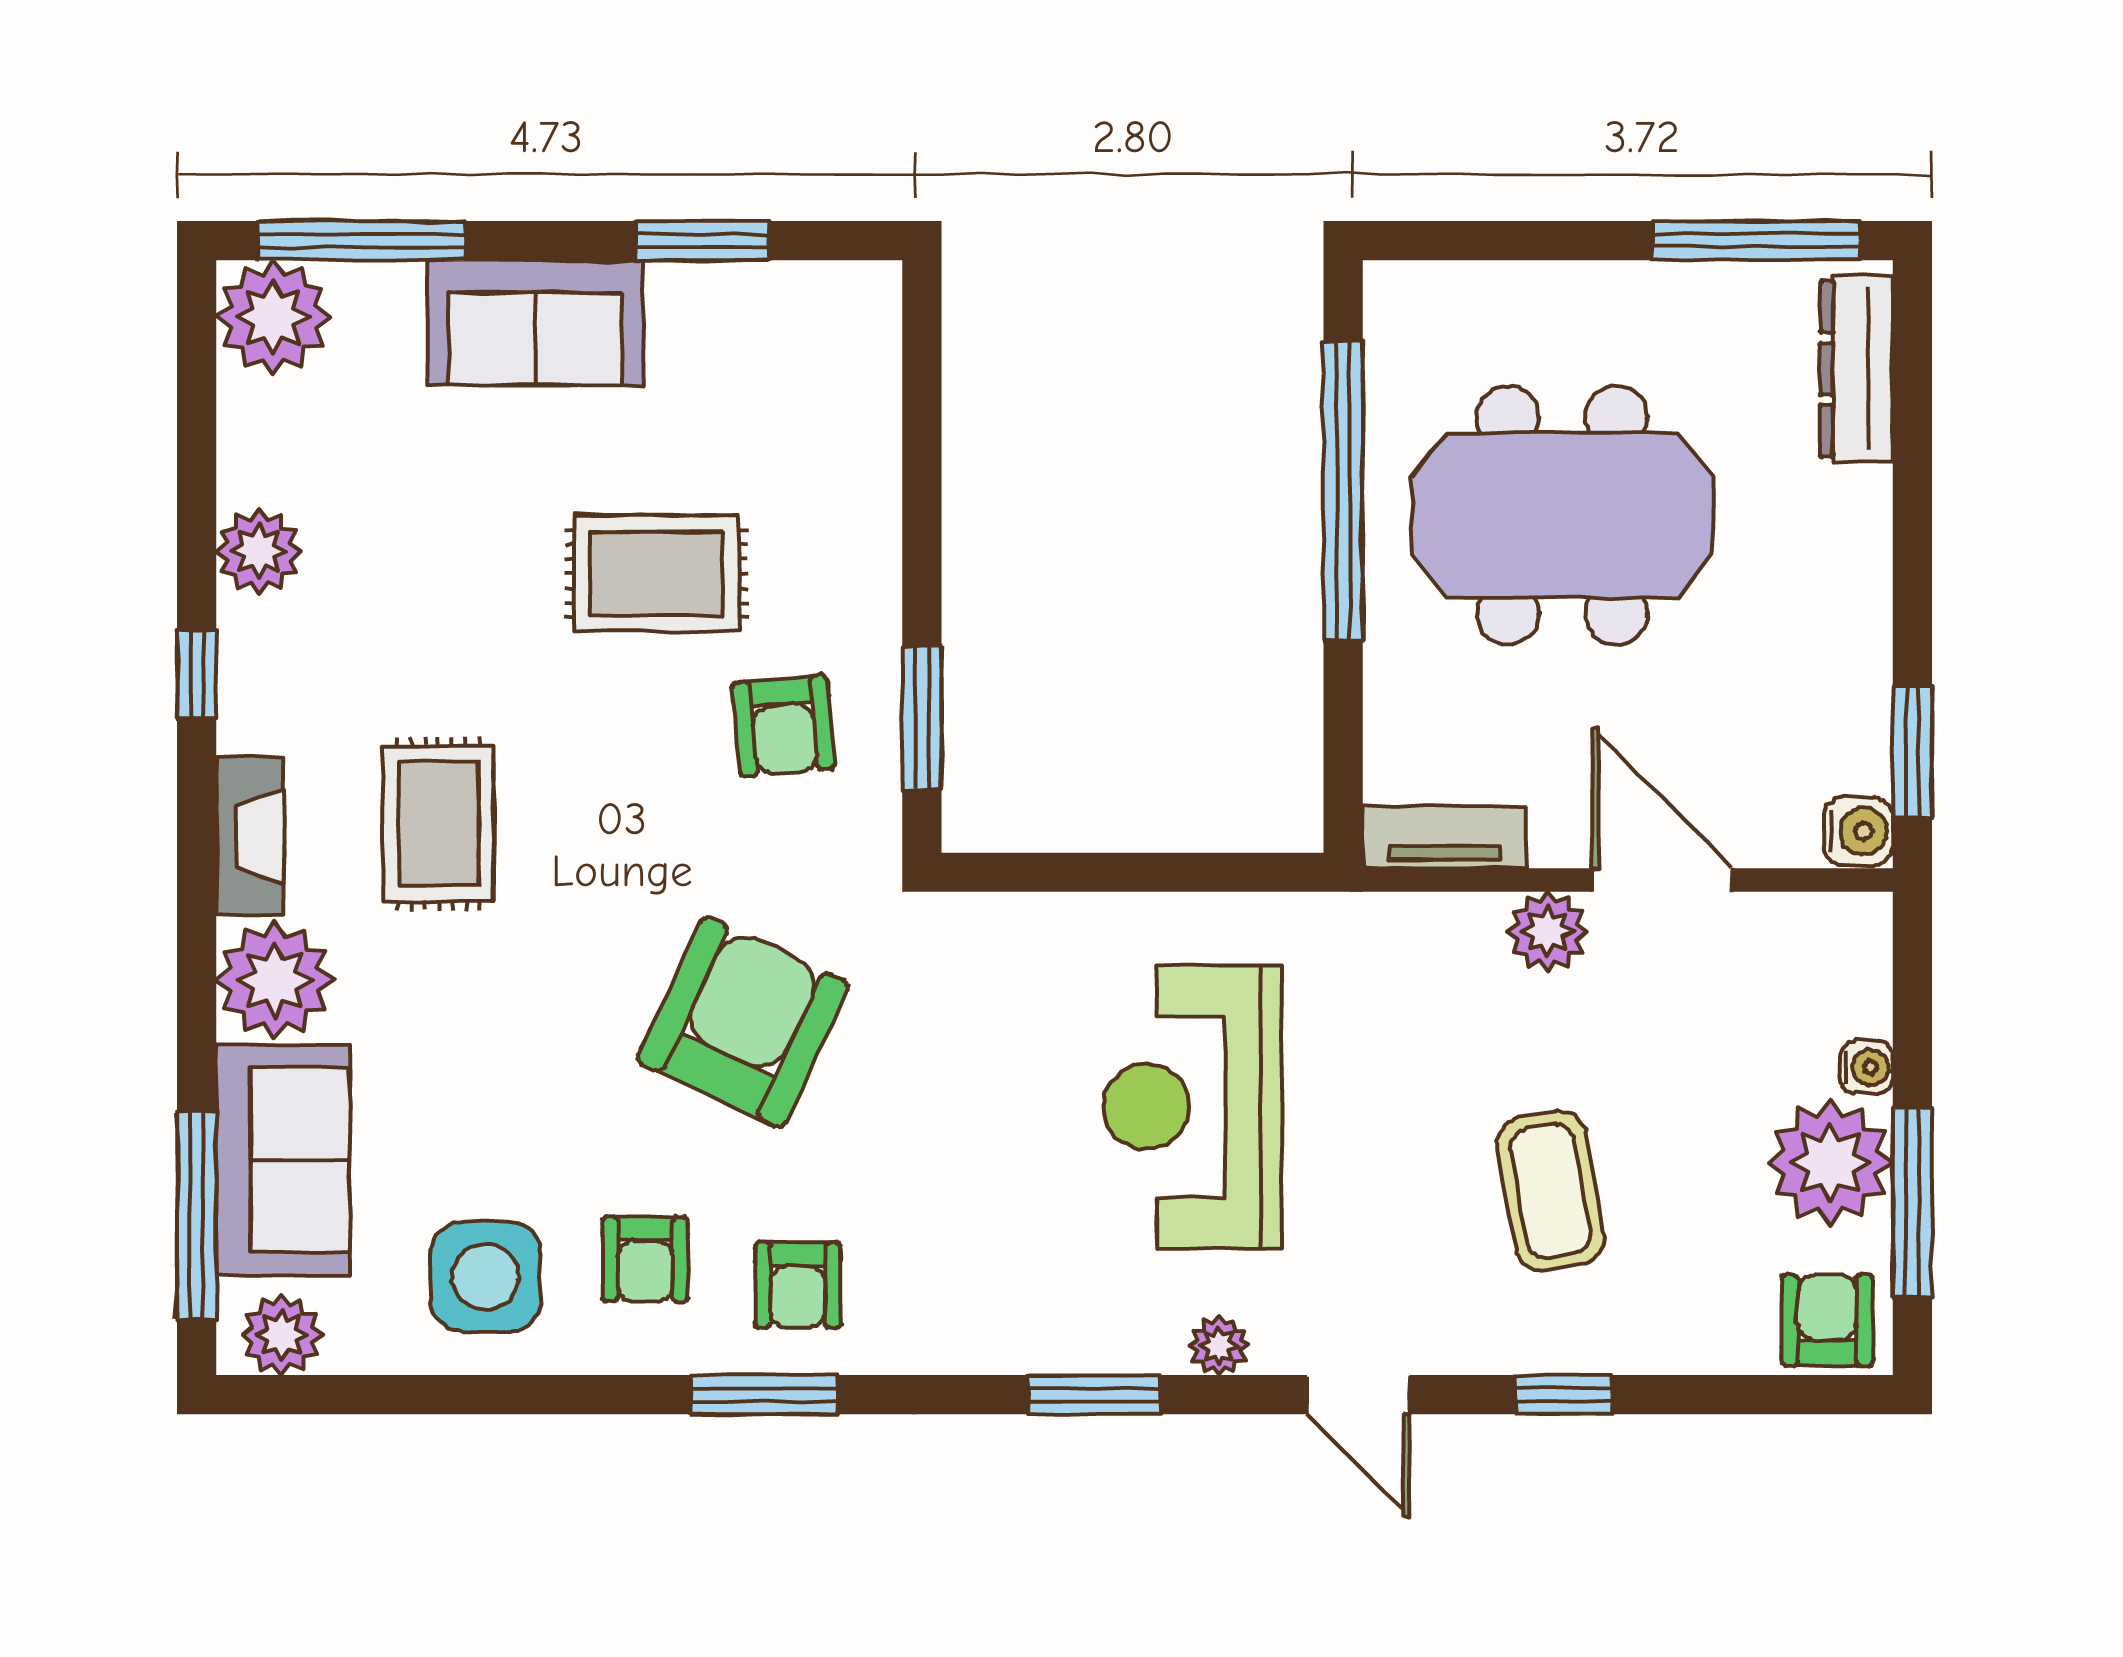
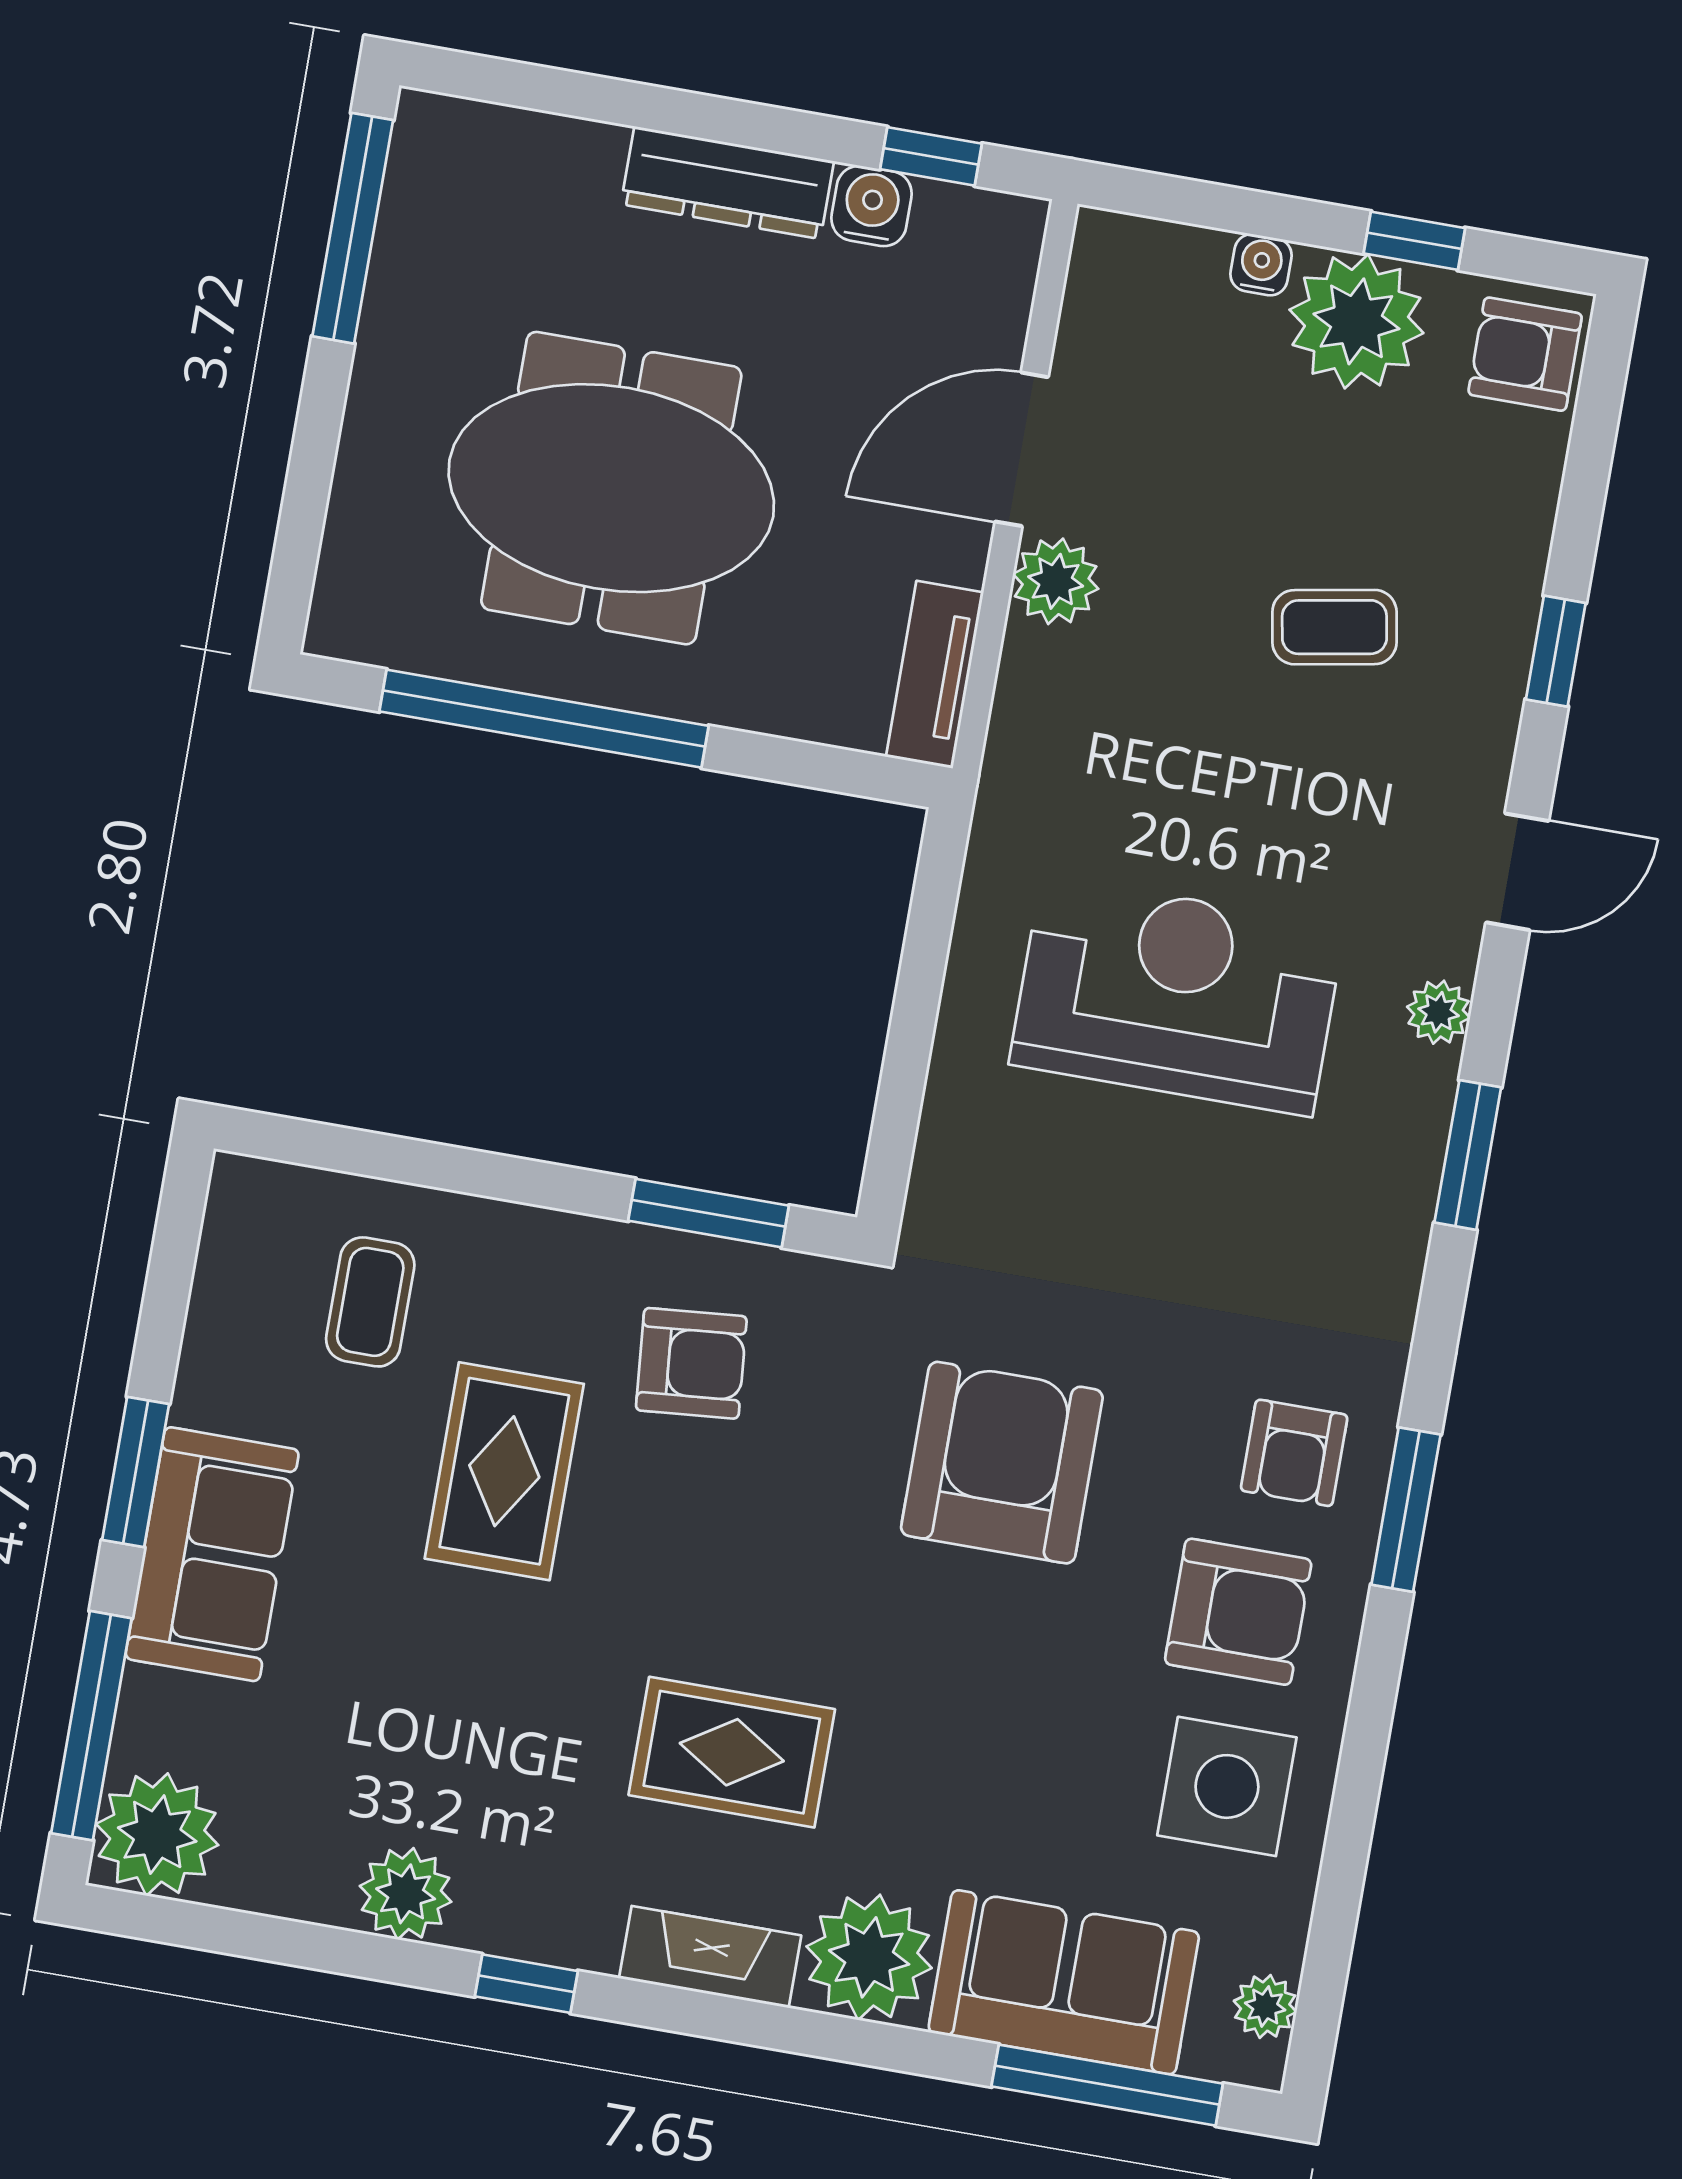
window: (702, 241) -> (136, 1472), moved
dresser: (1856, 369) -> (727, 183), moved
coffee table: (788, 426) -> (370, 1302), added
meeting table: (1562, 515) -> (611, 488), turned 90
window: (1912, 752) -> (931, 156), width x0.67
water cooler: (1858, 831) -> (872, 206), moved
armchair: (743, 1022) -> (1002, 1463), turned 65
reception desk: (1193, 1107) -> (1177, 995), turned 180
coffee table: (1550, 1191) -> (1334, 627), width x0.73, depth x0.77
window: (1912, 1202) -> (1414, 241), width x0.46
armchair: (645, 1259) -> (1238, 1612), width x1.38, depth x1.38
armchair: (798, 1285) -> (1294, 1453), turned 90
plant: (282, 1335) -> (1265, 2006), width x0.73, depth x0.73

